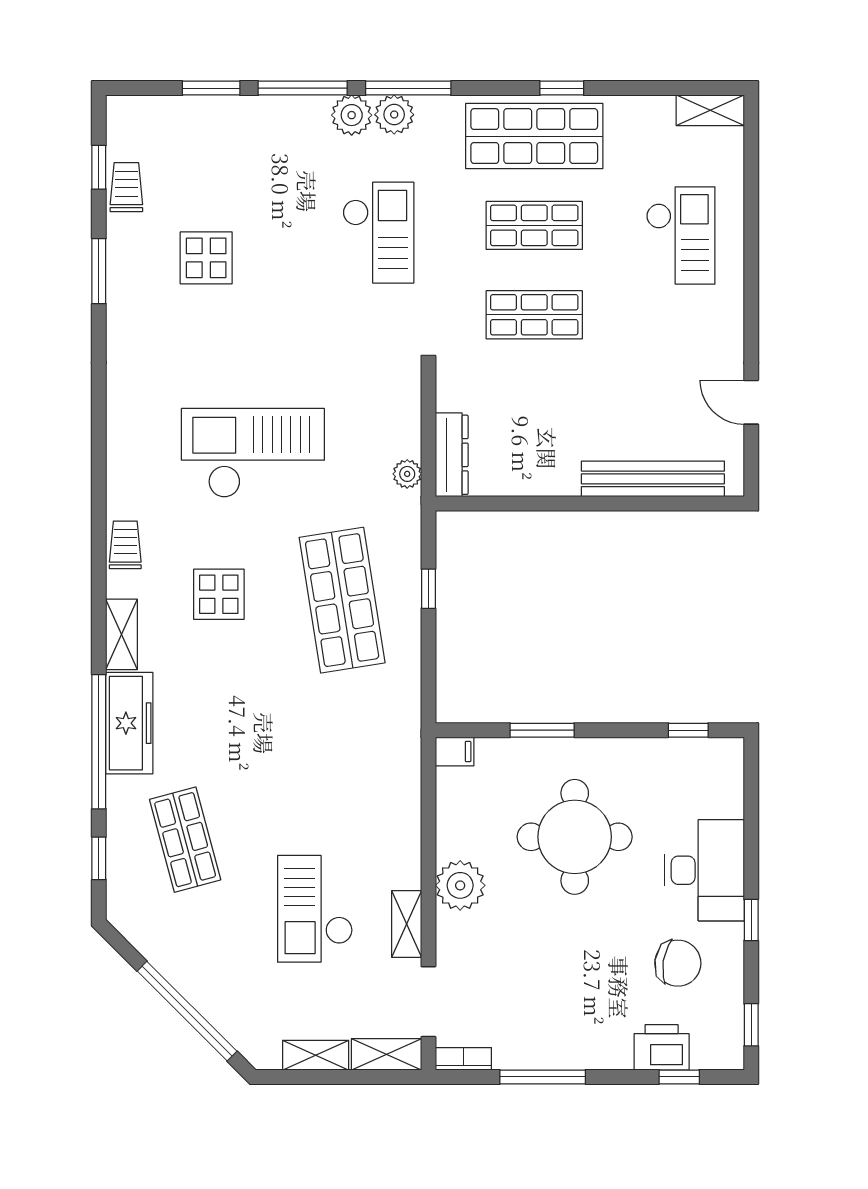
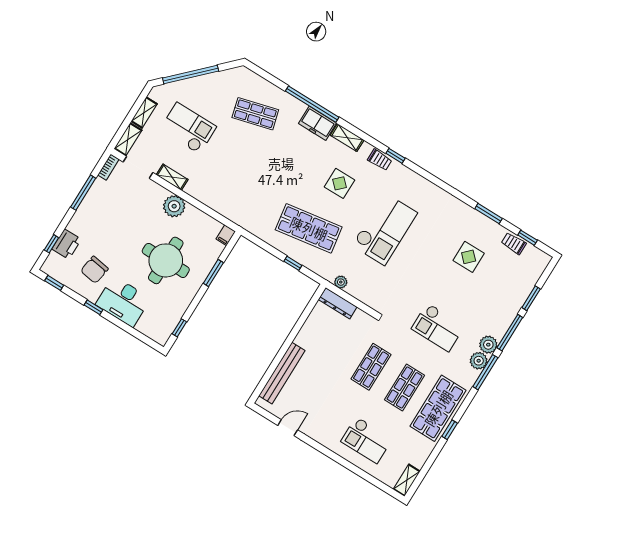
trolley: (126, 187) -> (514, 243), turned 180
freezer: (129, 723) -> (317, 123), width x0.71
window: (99, 858) -> (396, 156), moved
checkout: (315, 909) -> (188, 128), moved

